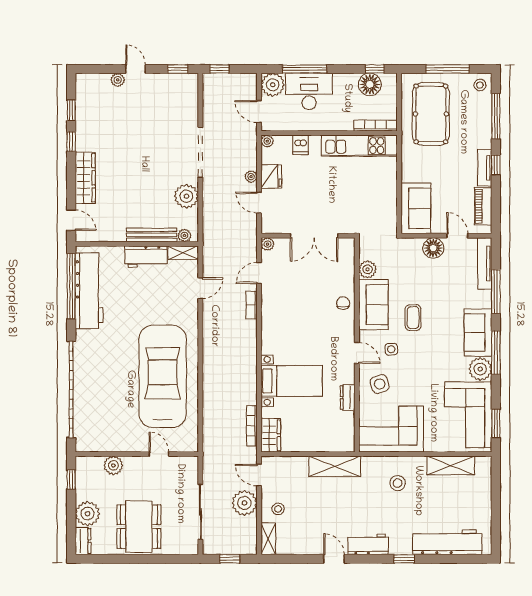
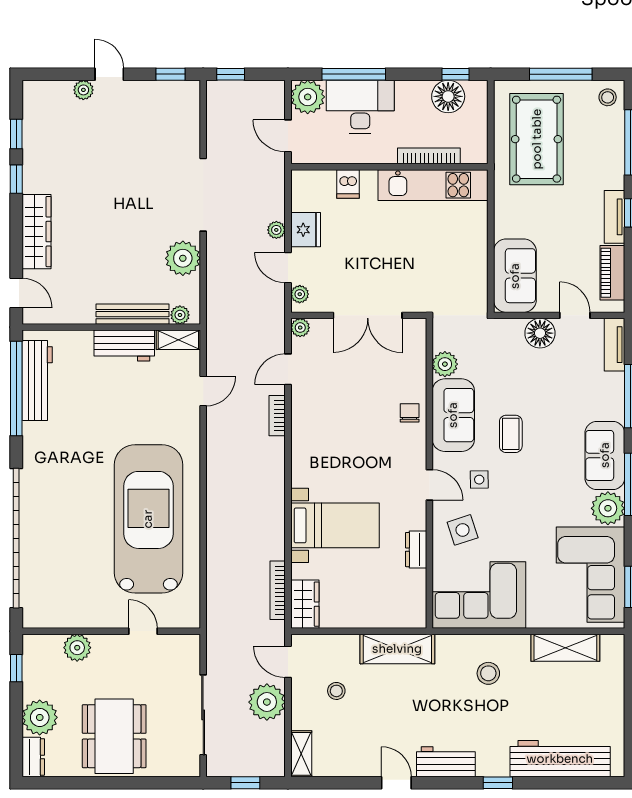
bookcase: (376, 126) -> (429, 156), moved
plant: (267, 141) -> (300, 294), moved
tv unit: (485, 263) -> (614, 345), width x0.71
workbench: (89, 291) -> (37, 380), width x0.73, depth x0.76
stool: (278, 509) -> (336, 691), moved

